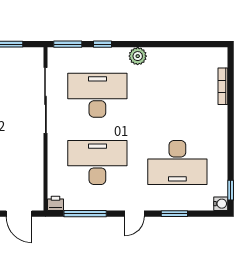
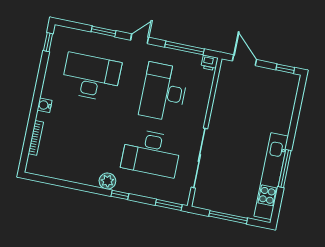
window: (103, 44) -> (120, 195), moved
desk: (97, 162) -> (164, 92), turned 90
water cooler: (221, 204) -> (45, 105), moved

